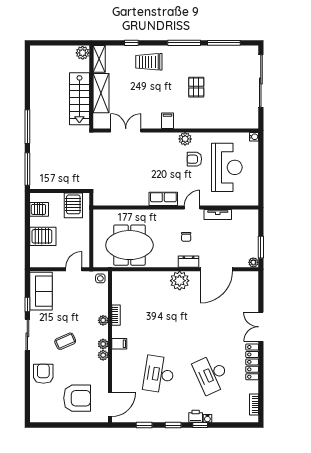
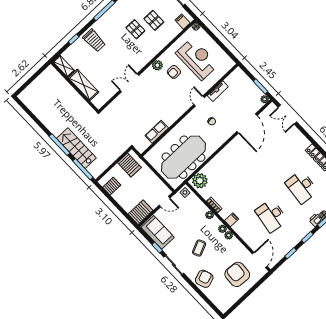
plant: (83, 53) -> (51, 72), removed
trolley: (149, 62) -> (94, 41), turned -90
pallet: (221, 95) -> (154, 20), added
stairs: (79, 99) -> (76, 148), moved, turned 180
filing cabinet: (167, 121) -> (183, 22), moved
double door: (126, 131) -> (129, 83), moved
row of seats: (163, 199) -> (157, 132), moved
server rack: (43, 236) -> (141, 212), moved
meeting table: (129, 245) -> (183, 157), width x1.36
dresser: (189, 262) -> (227, 134), removed
door: (74, 269) -> (165, 202), swing flipped
plant: (180, 281) -> (200, 181), moved
double door: (261, 327) -> (287, 115), moved
armchair: (43, 374) -> (204, 279), turned 71
desk: (211, 374) -> (302, 187), turned 30
armchair: (77, 398) -> (237, 274), turned -86

